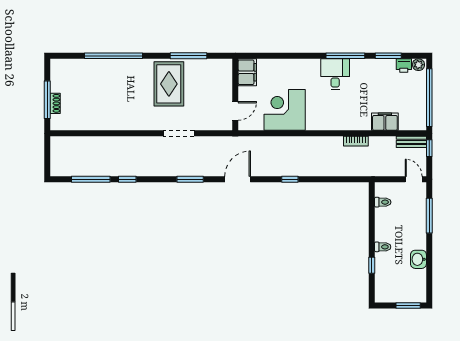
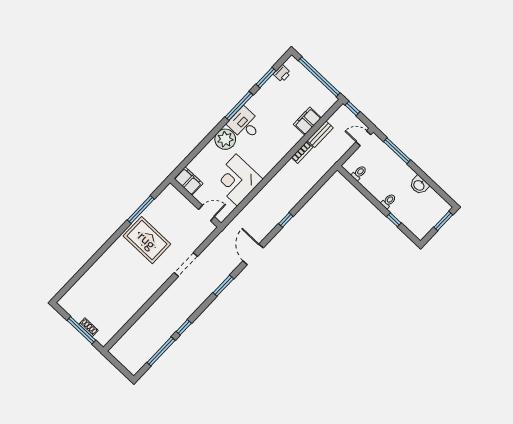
window: (113, 56) -> (94, 259), removed
plant: (418, 65) -> (225, 139), moved, width x1.87, depth x1.87
door: (235, 111) -> (206, 213), hinge flipped
bench: (411, 142) -> (320, 134), moved

